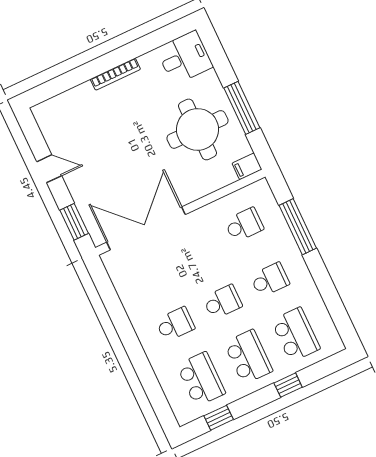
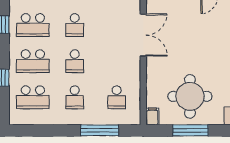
double door: (146, 228) -> (143, 35), width x0.73

